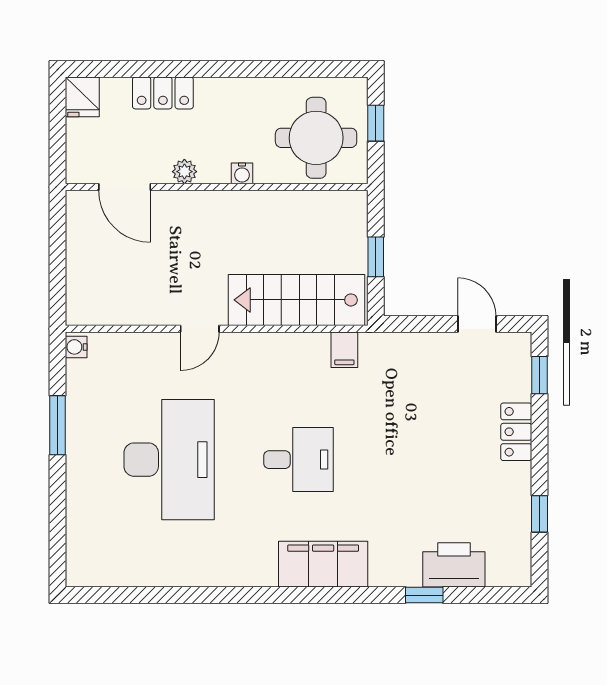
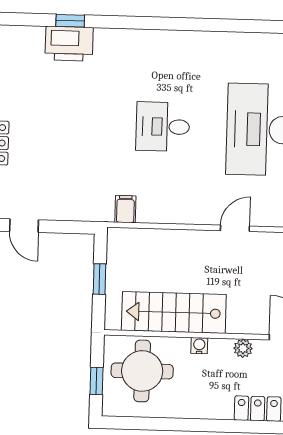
stairs: (296, 300) -> (174, 312), moved, turned 180
filing cabinet: (323, 564) -> (146, 47), removed
printer: (454, 565) -> (69, 44), moved

